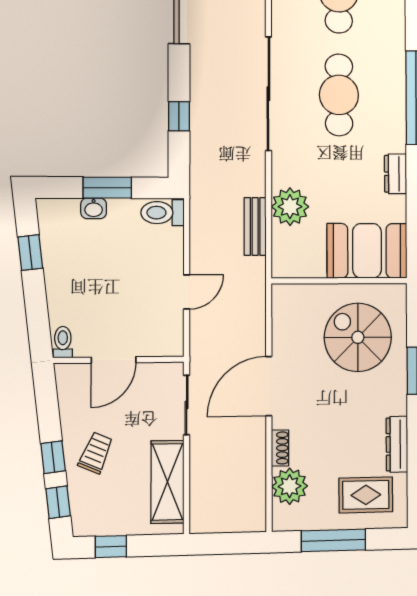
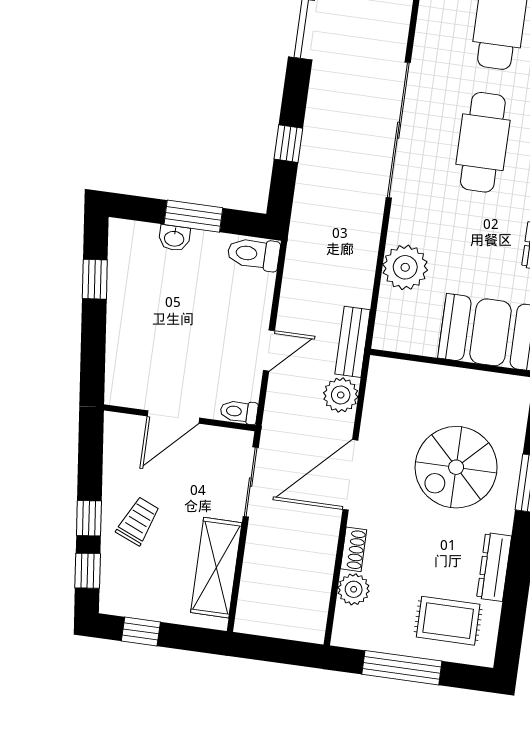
bench: (255, 226) -> (353, 342), moved
plant: (252, 321) -> (341, 395), added
spiral stairs: (358, 337) -> (456, 467), moved, turned -90
toilet: (63, 342) -> (239, 412), moved, turned -90
plant: (290, 486) -> (354, 589), width x0.73, depth x0.73

